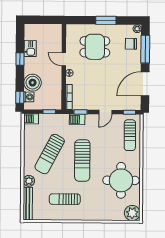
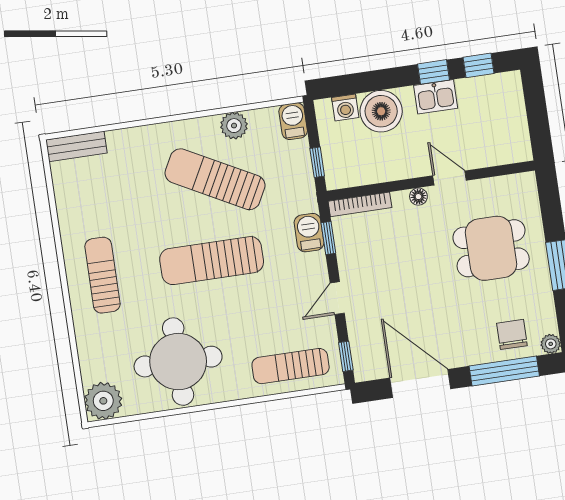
dining table: (95, 47) -> (491, 248), turned 90
kitchen sink: (30, 48) -> (436, 97), moved
door: (64, 59) -> (449, 178), hinge flipped
window: (20, 97) -> (479, 65), moved
door: (105, 112) -> (337, 298), hinge flipped
plant: (29, 181) -> (234, 126), moved
sun lounger: (65, 199) -> (102, 275), moved
bench: (28, 204) -> (76, 146), width x0.73

